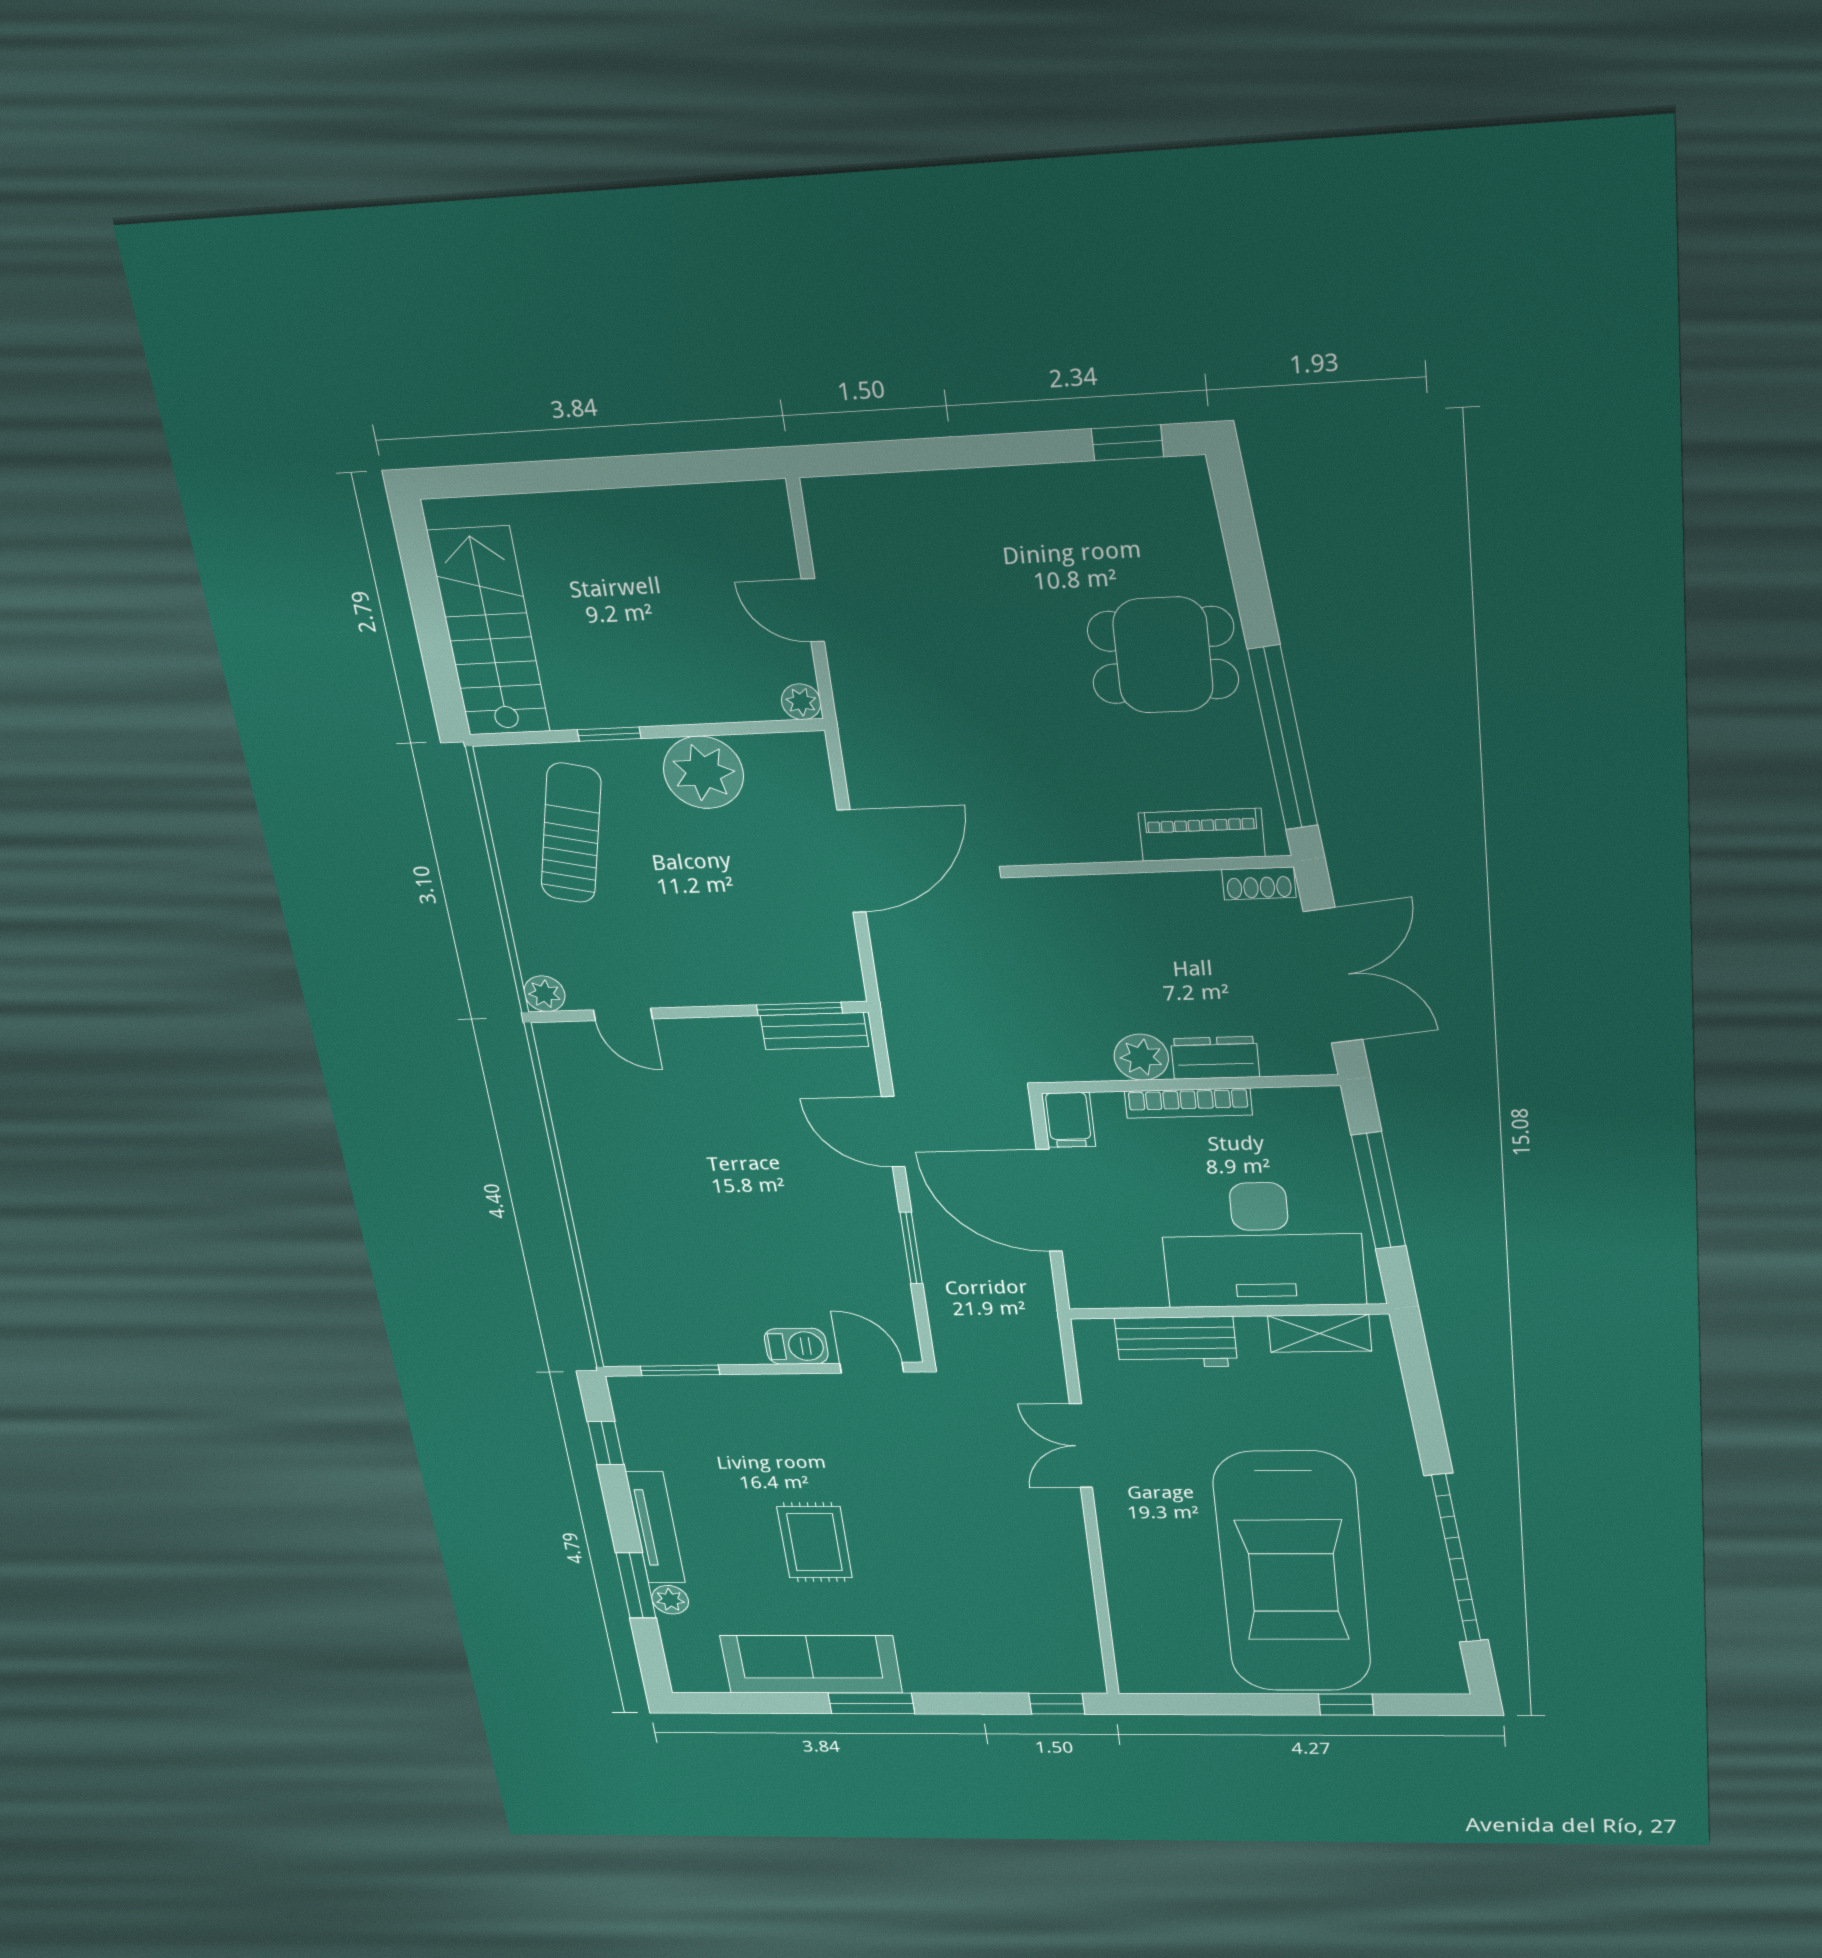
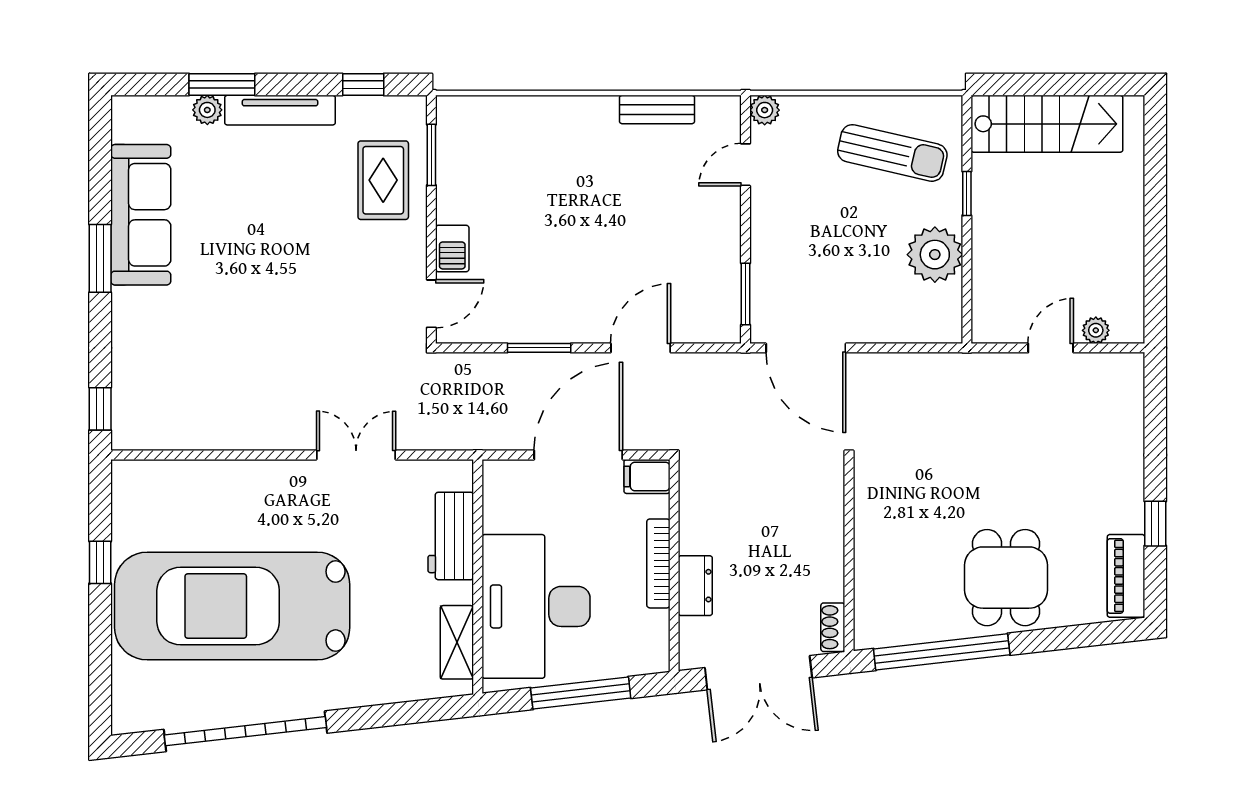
window: (1127, 443) -> (1155, 524), moved
plant: (801, 702) -> (1096, 330), moved
piano: (1202, 835) -> (1126, 576), moved, turned 180
door: (852, 861) -> (806, 348), moved
bench: (814, 1031) -> (657, 110), moved, turned 90
plant: (1141, 1057) -> (697, 534), removed
rug: (815, 1542) -> (383, 180), moved, turned 90
window: (1346, 1705) -> (100, 562), moved

